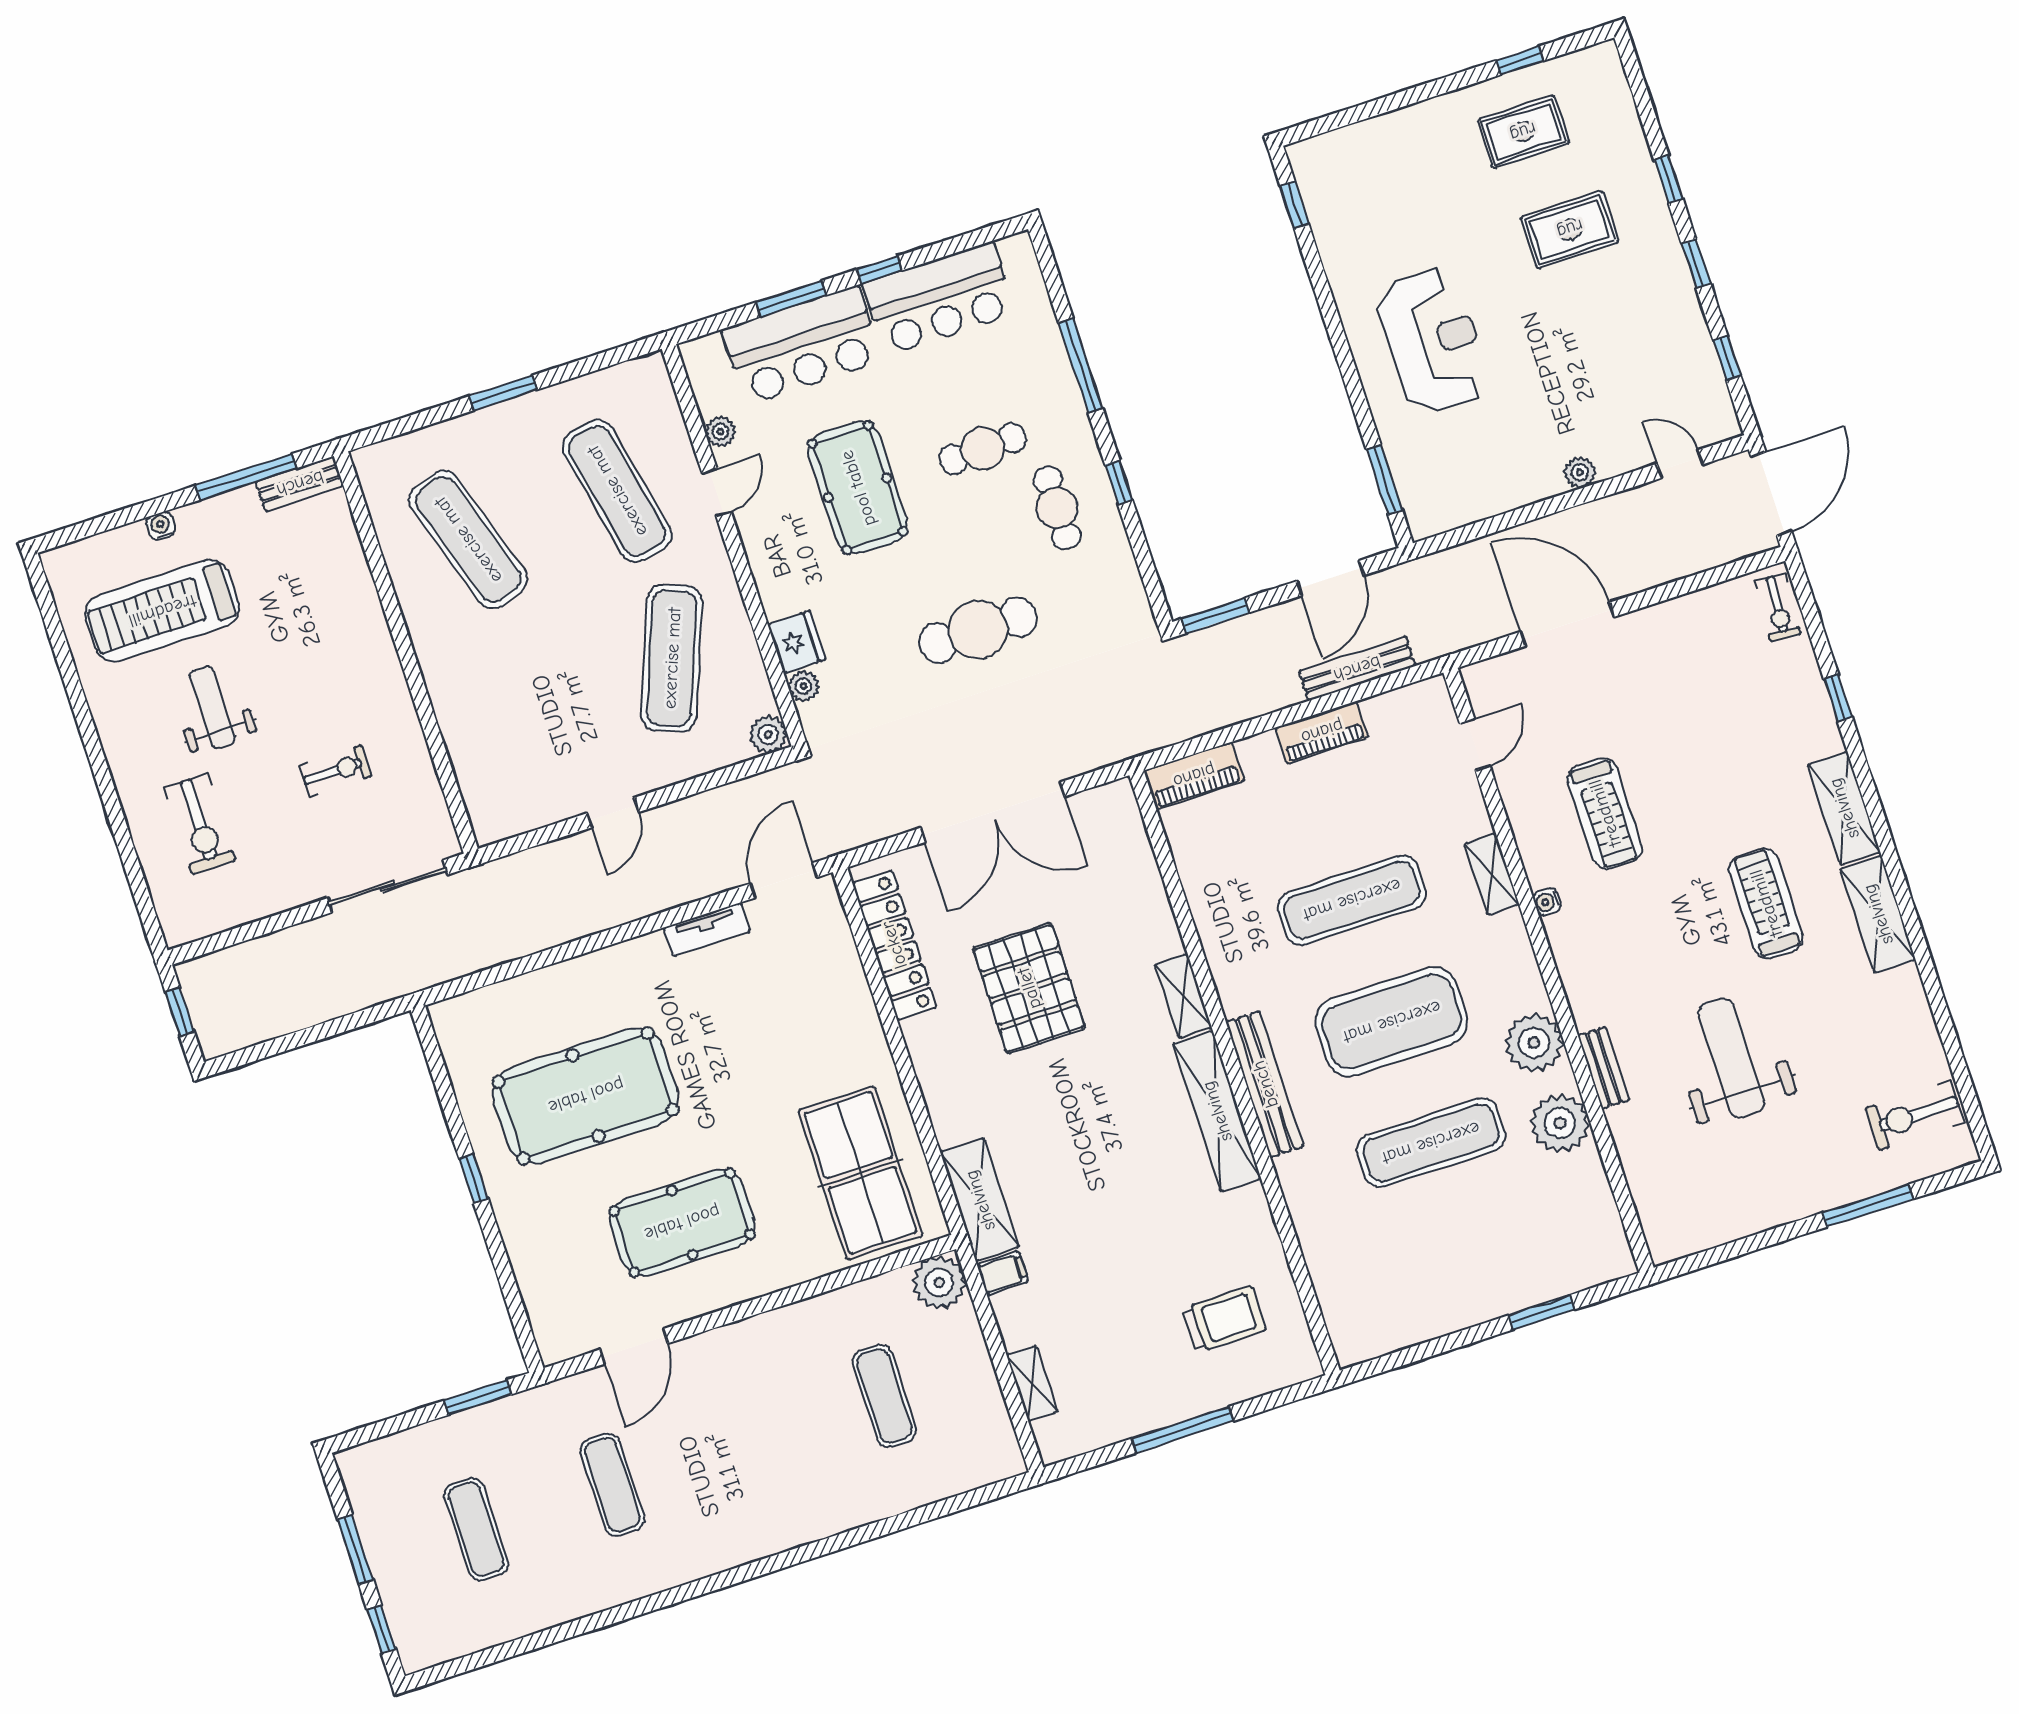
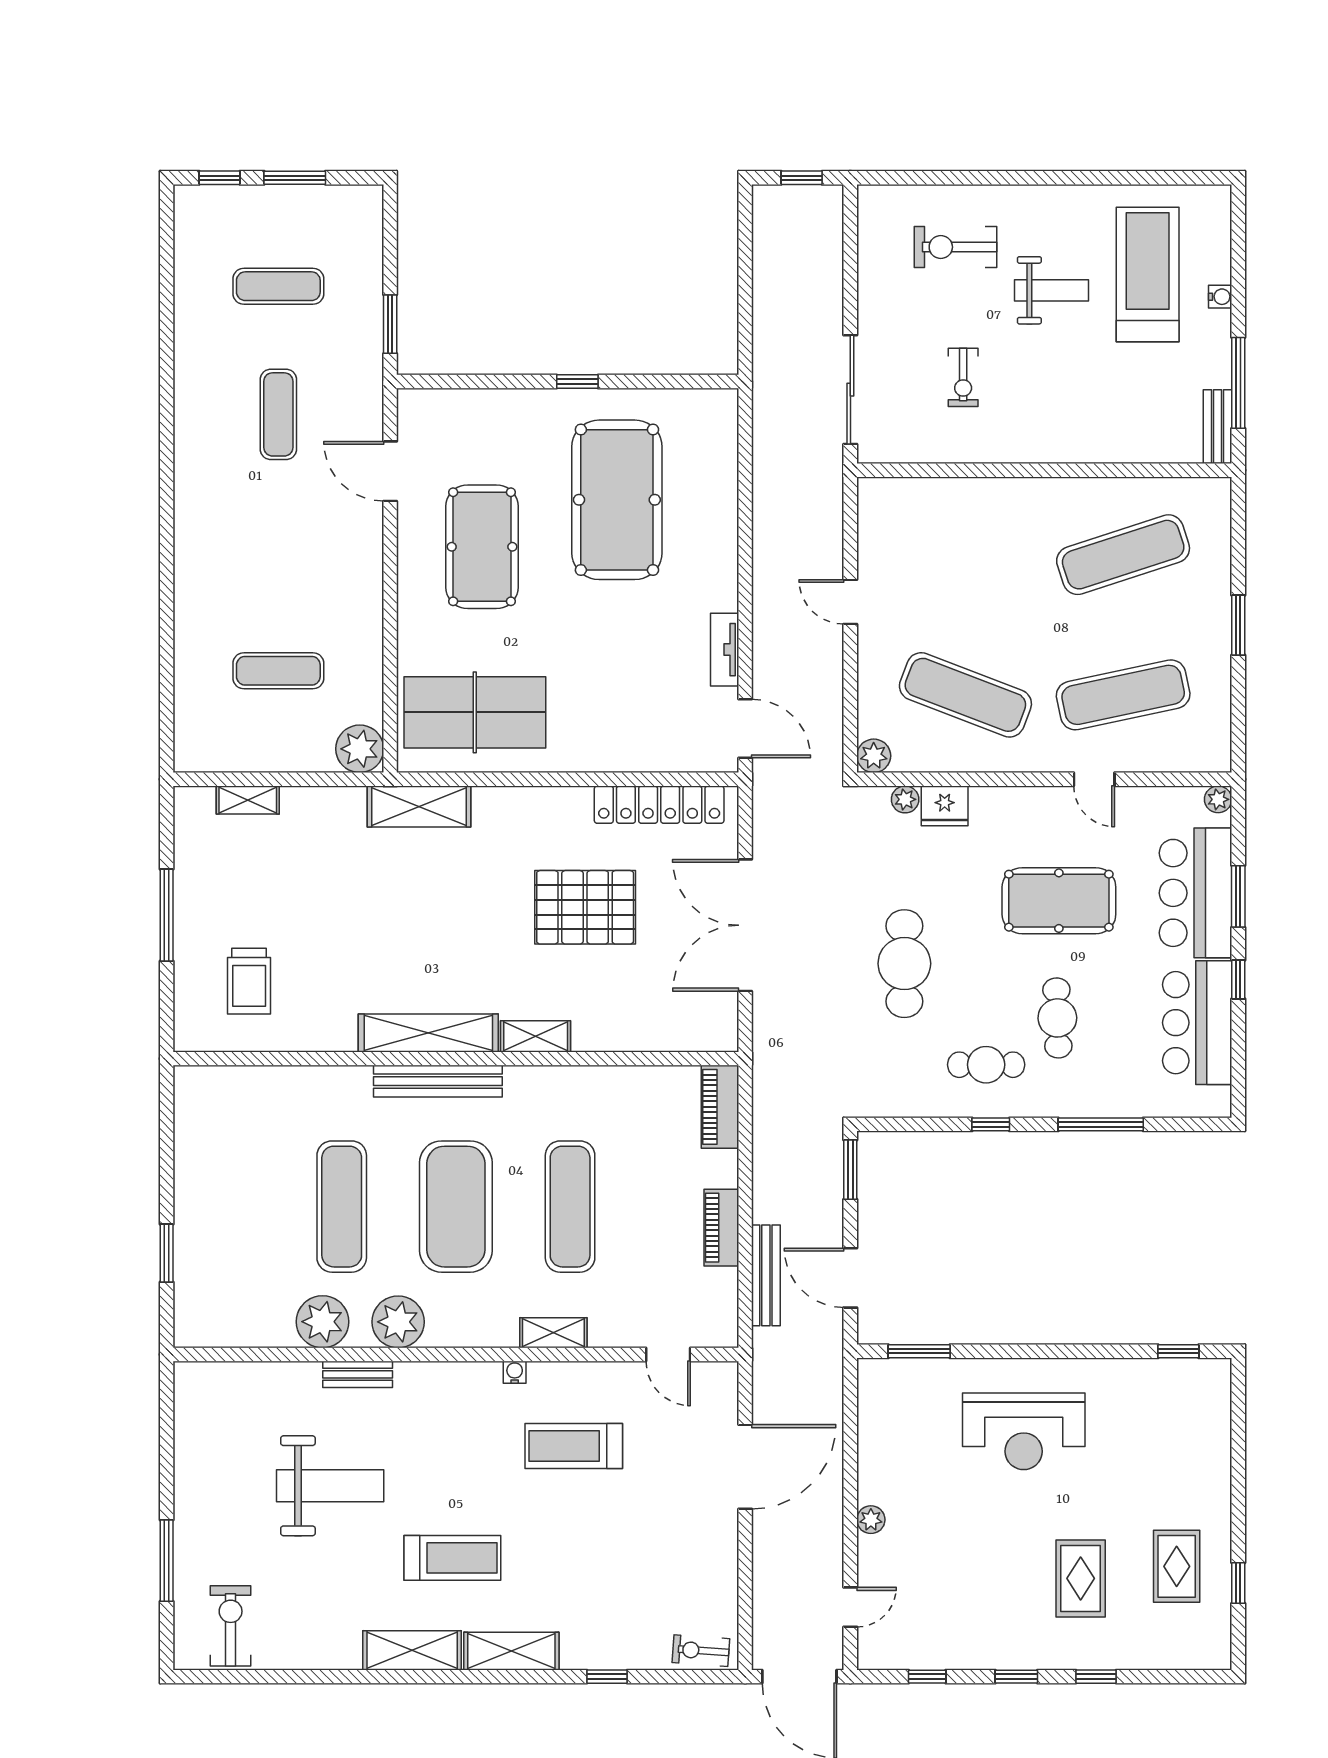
plant: (720, 432) -> (1218, 799), moved
filing cabinet: (1003, 1273) -> (350, 806), removed
exercise mat: (612, 1485) -> (278, 414), turned 90

